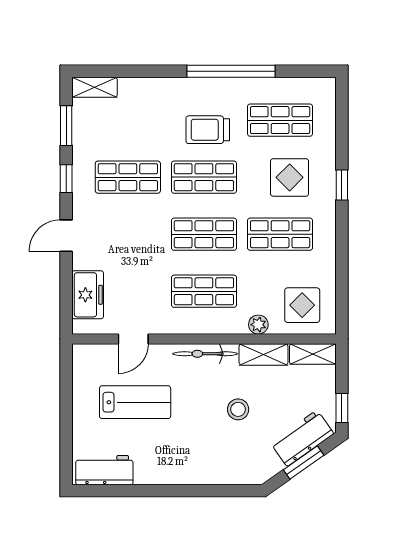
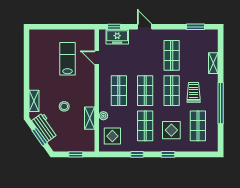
shelving: (94, 87) -> (213, 63), moved
window: (66, 179) -> (114, 27), moved
window: (342, 252) -> (137, 154), added
bicycle: (205, 354) -> (90, 91), removed
shelving: (313, 354) -> (34, 101), moved
lab bench: (135, 402) -> (67, 59), turned 180
window: (342, 408) -> (76, 154), moved
workbench: (302, 438) -> (45, 127), moved
workbench: (104, 470) -> (36, 45), removed

